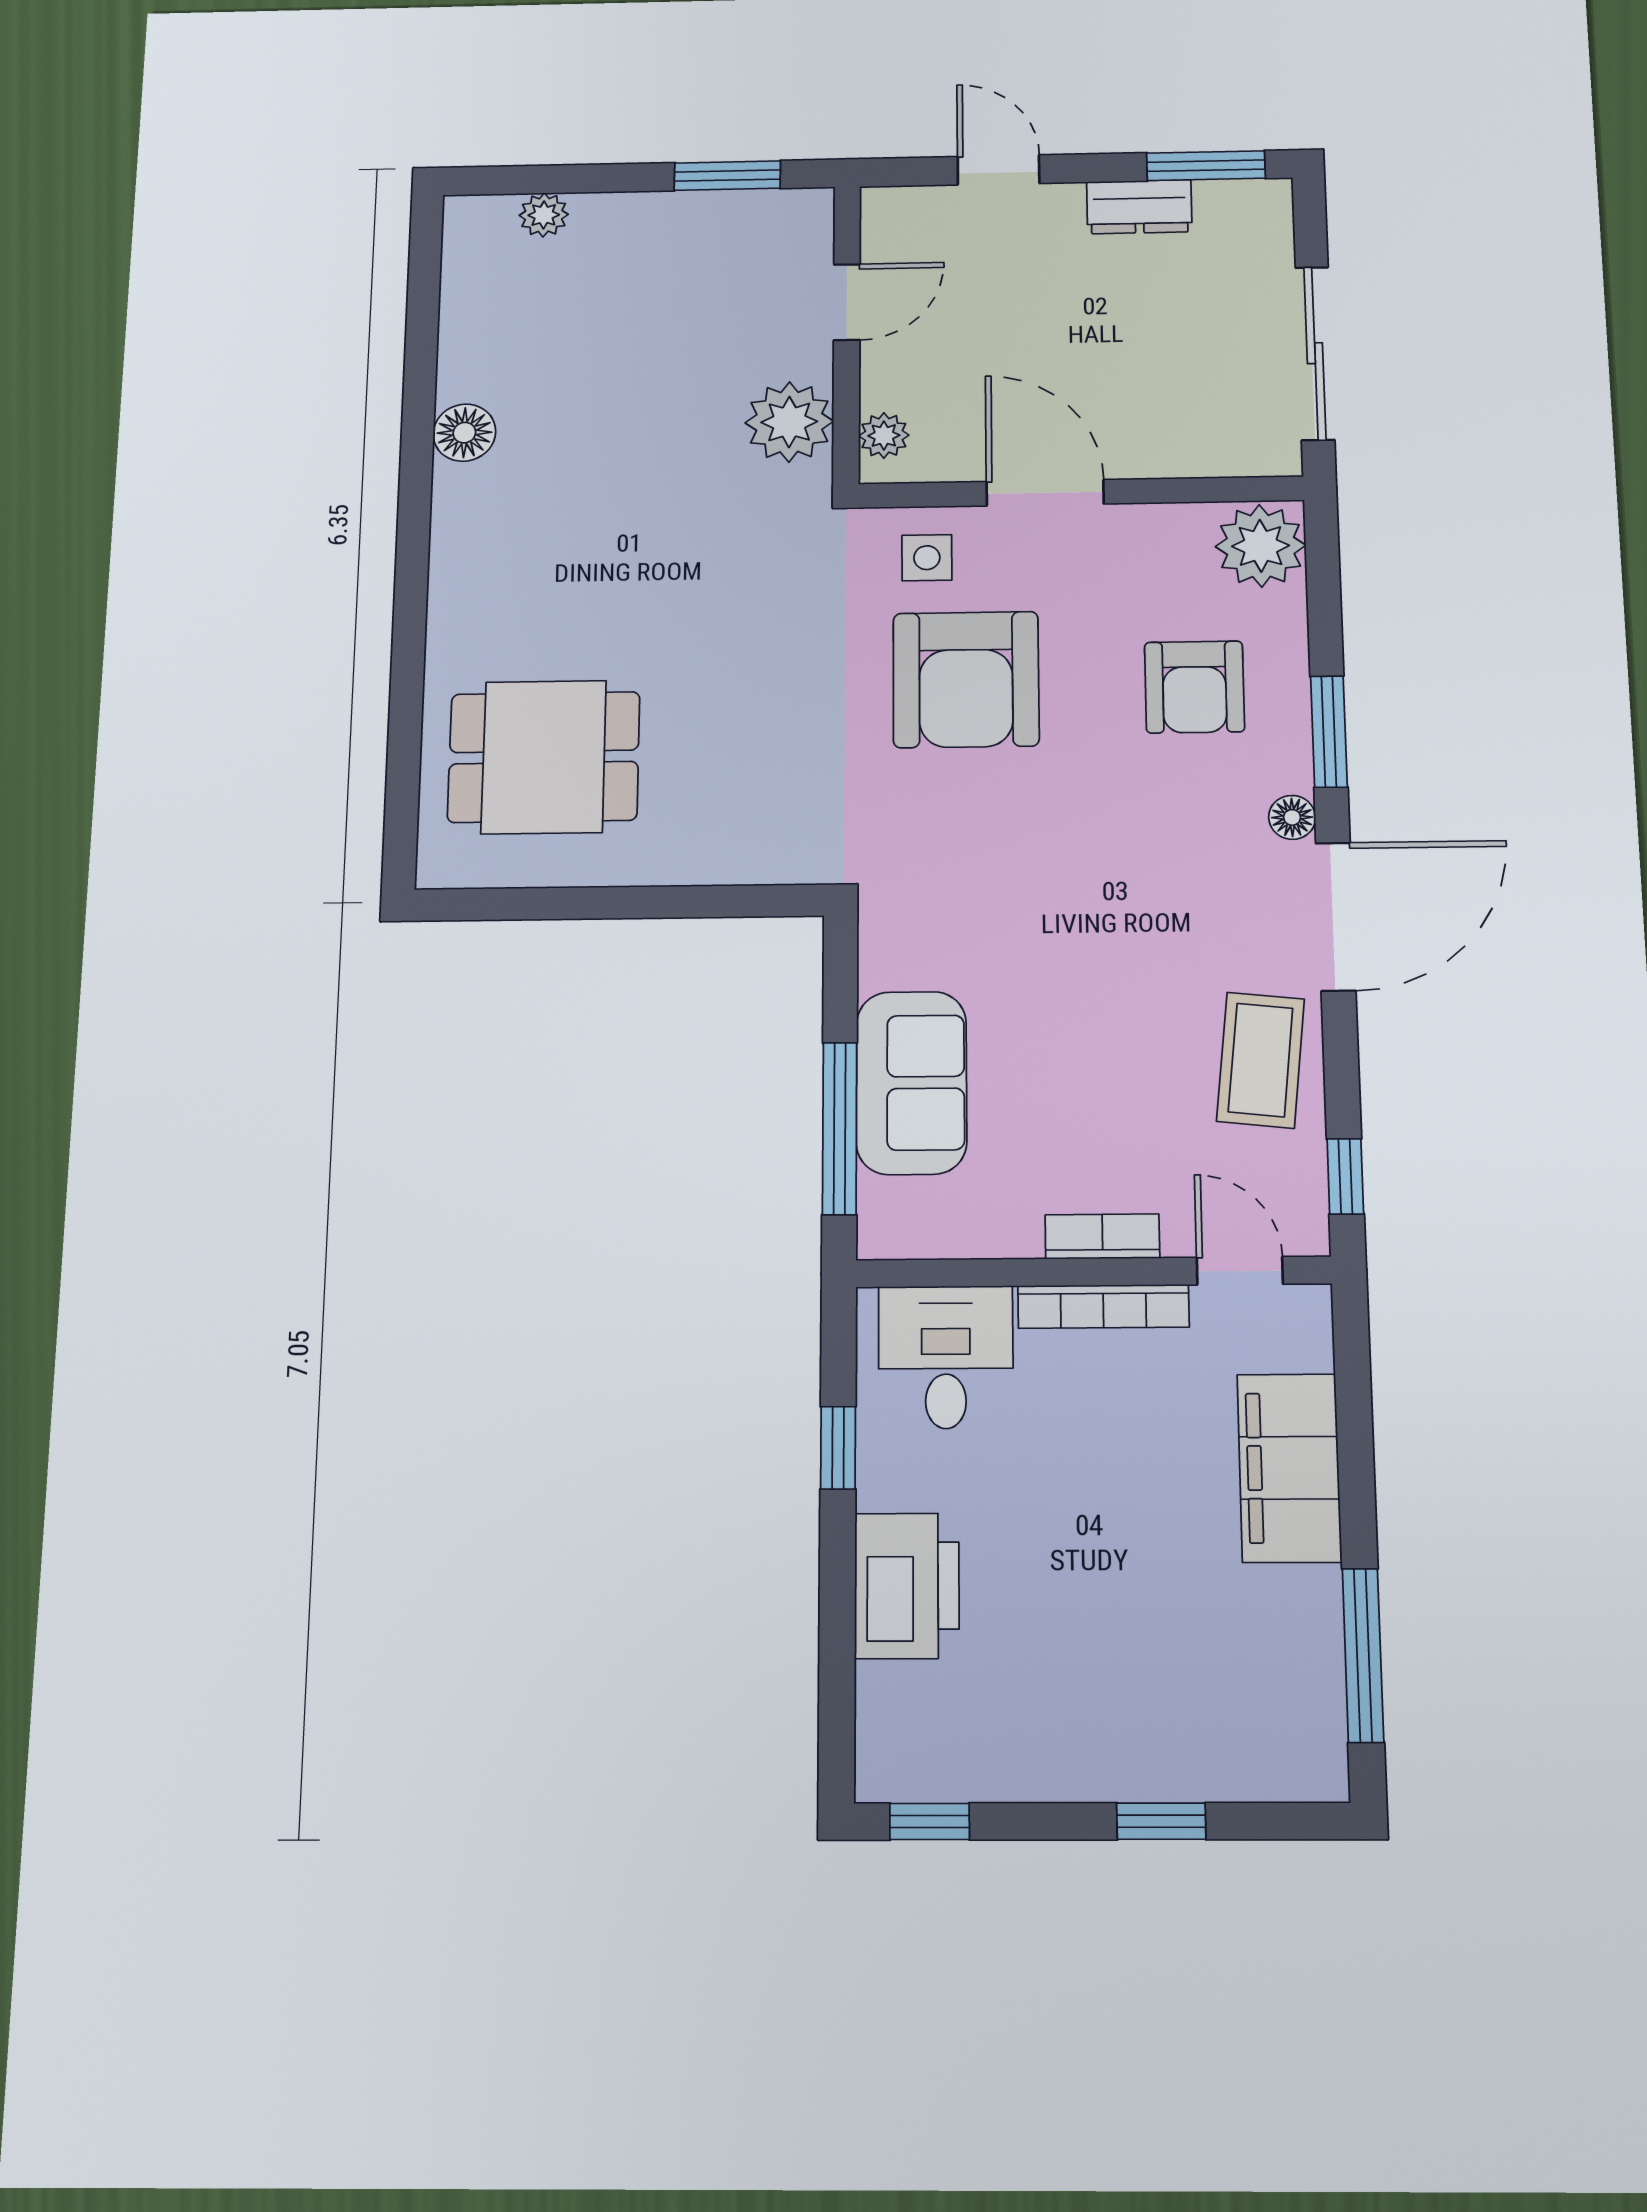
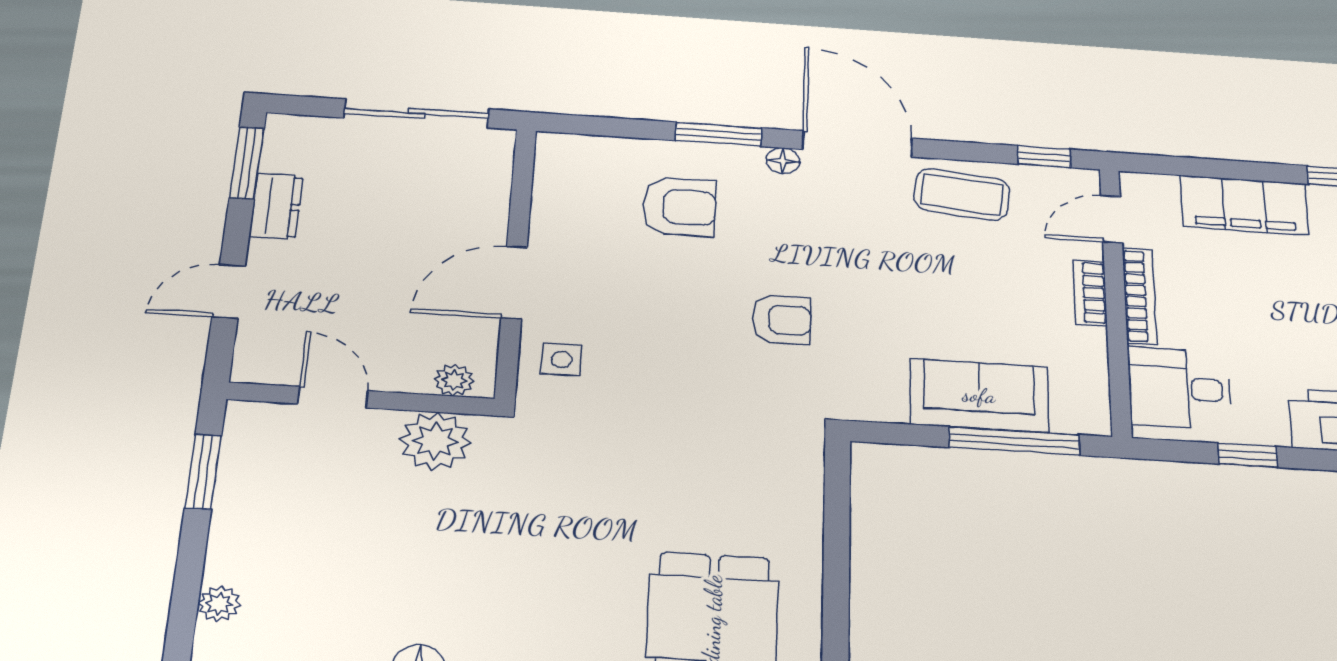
plant: (1261, 546) -> (570, 159), removed
armchair: (966, 679) -> (782, 320), moved, width x0.53, depth x0.53

